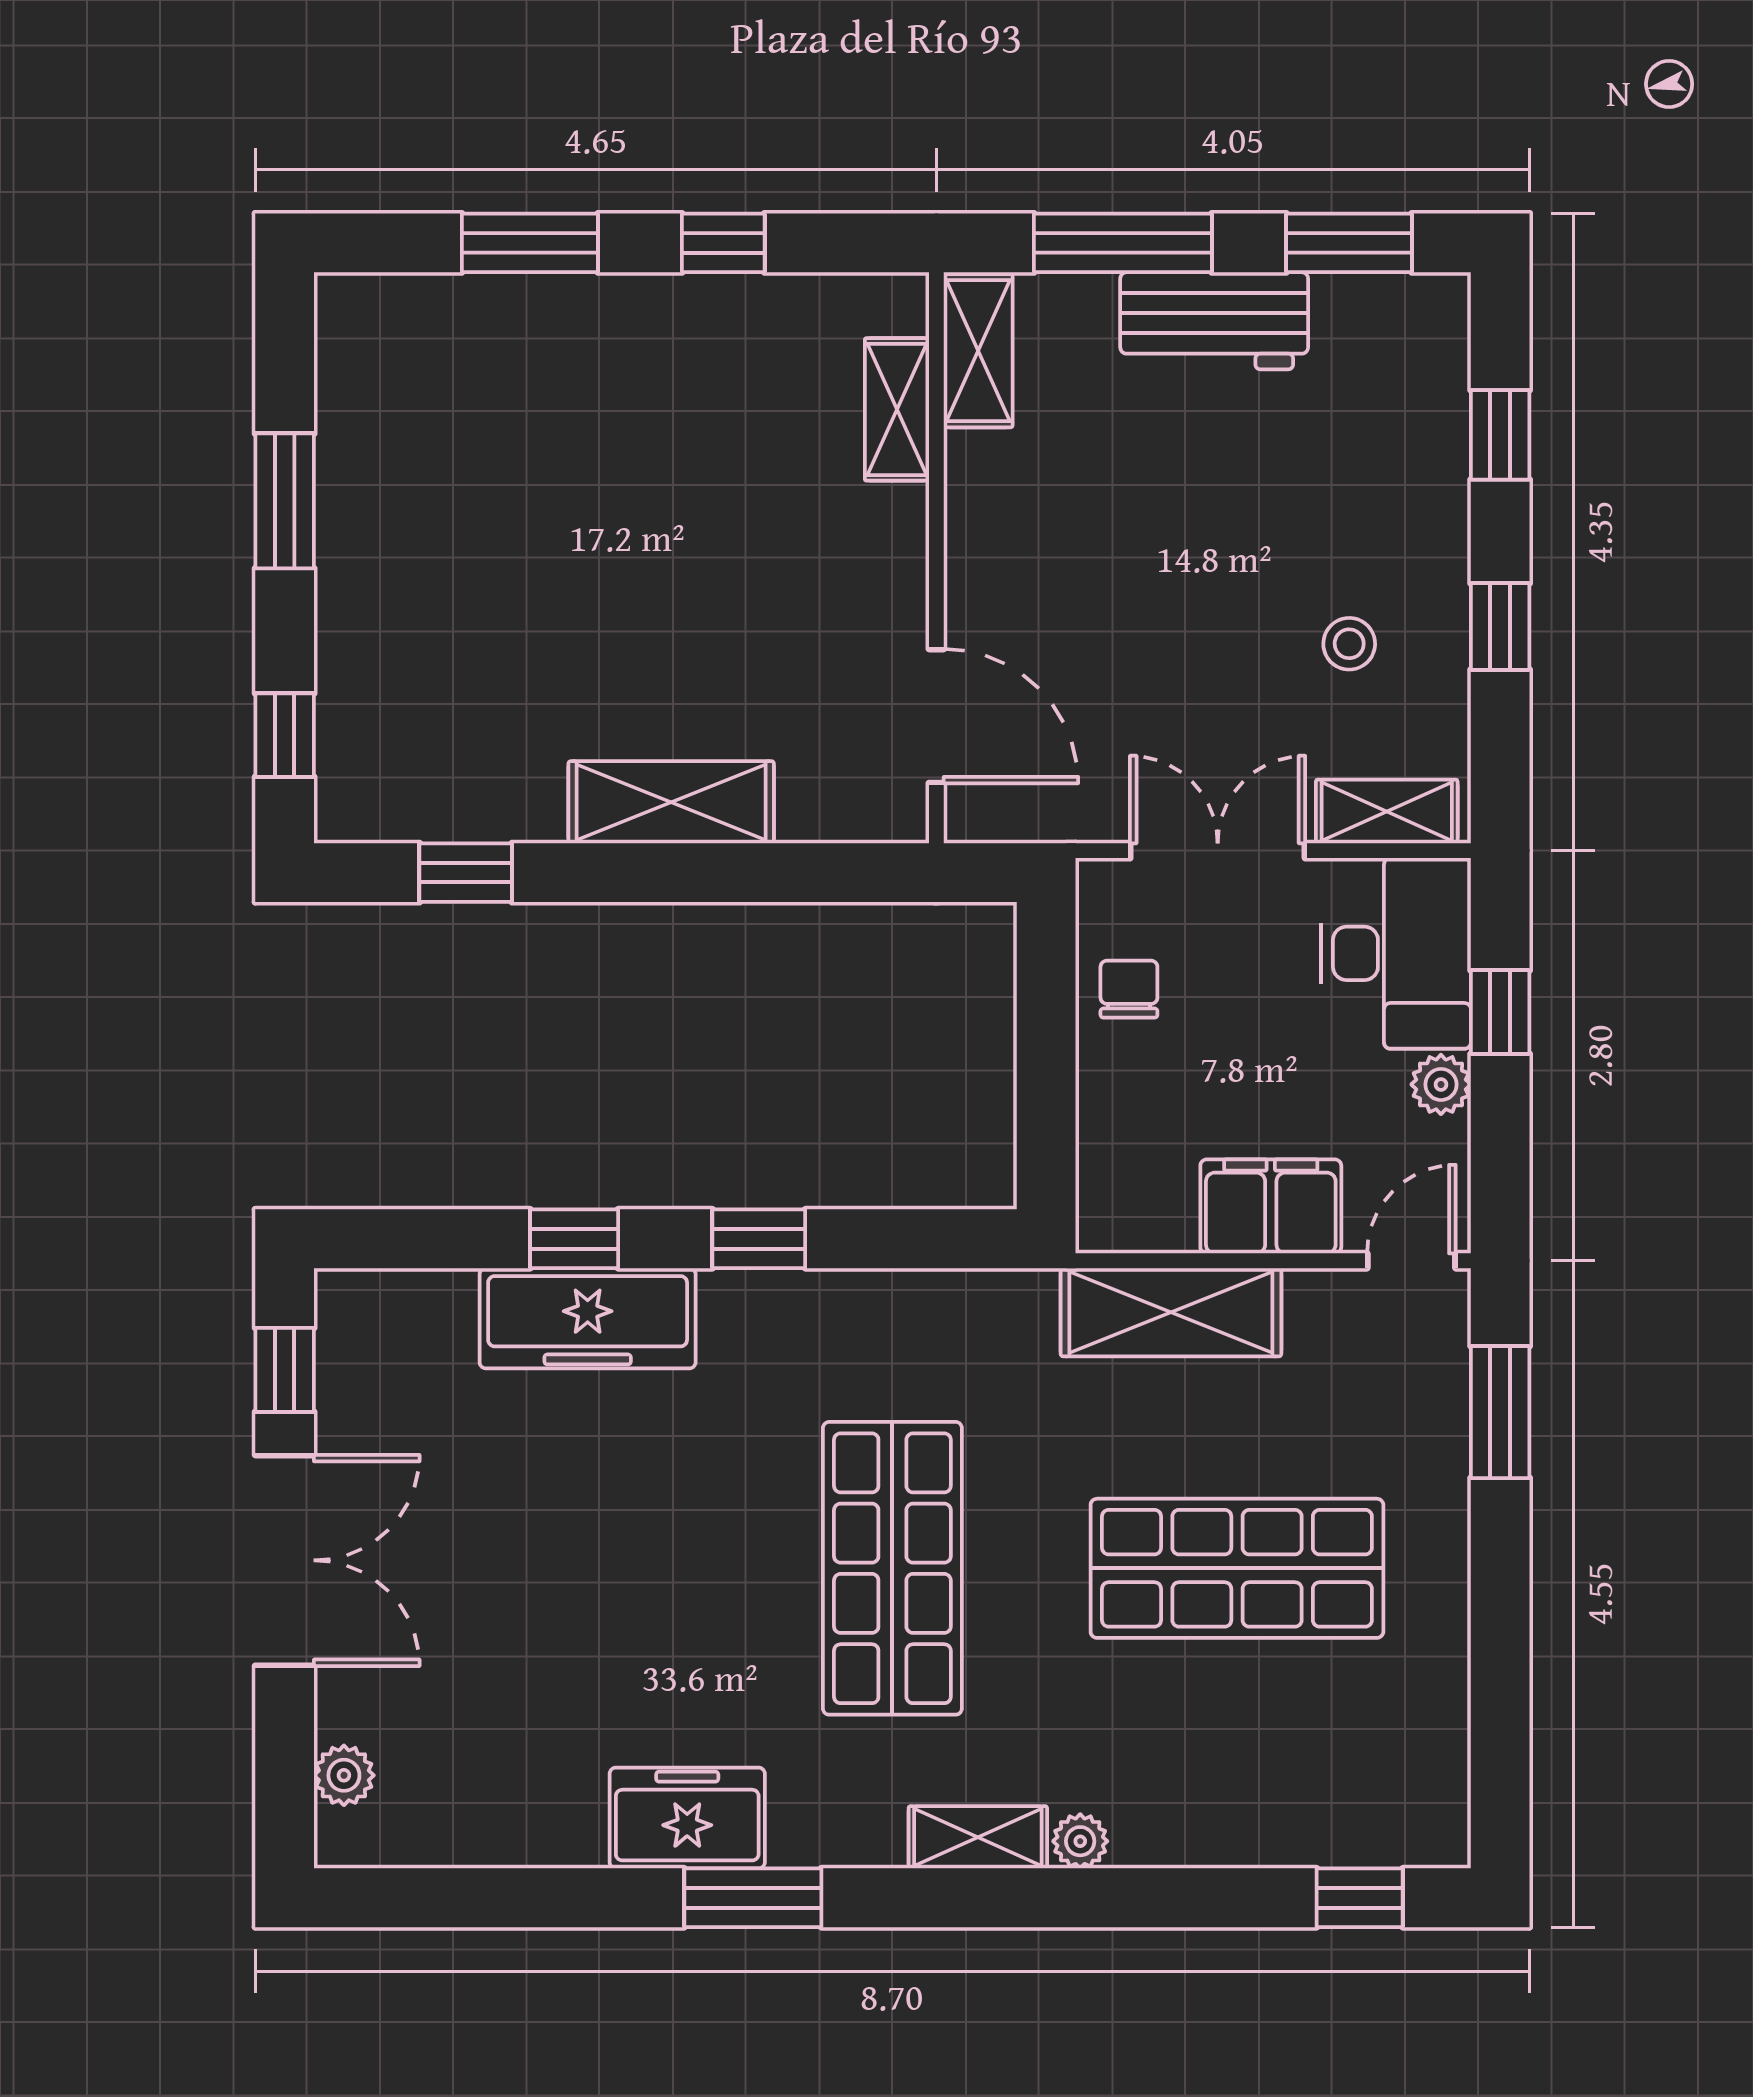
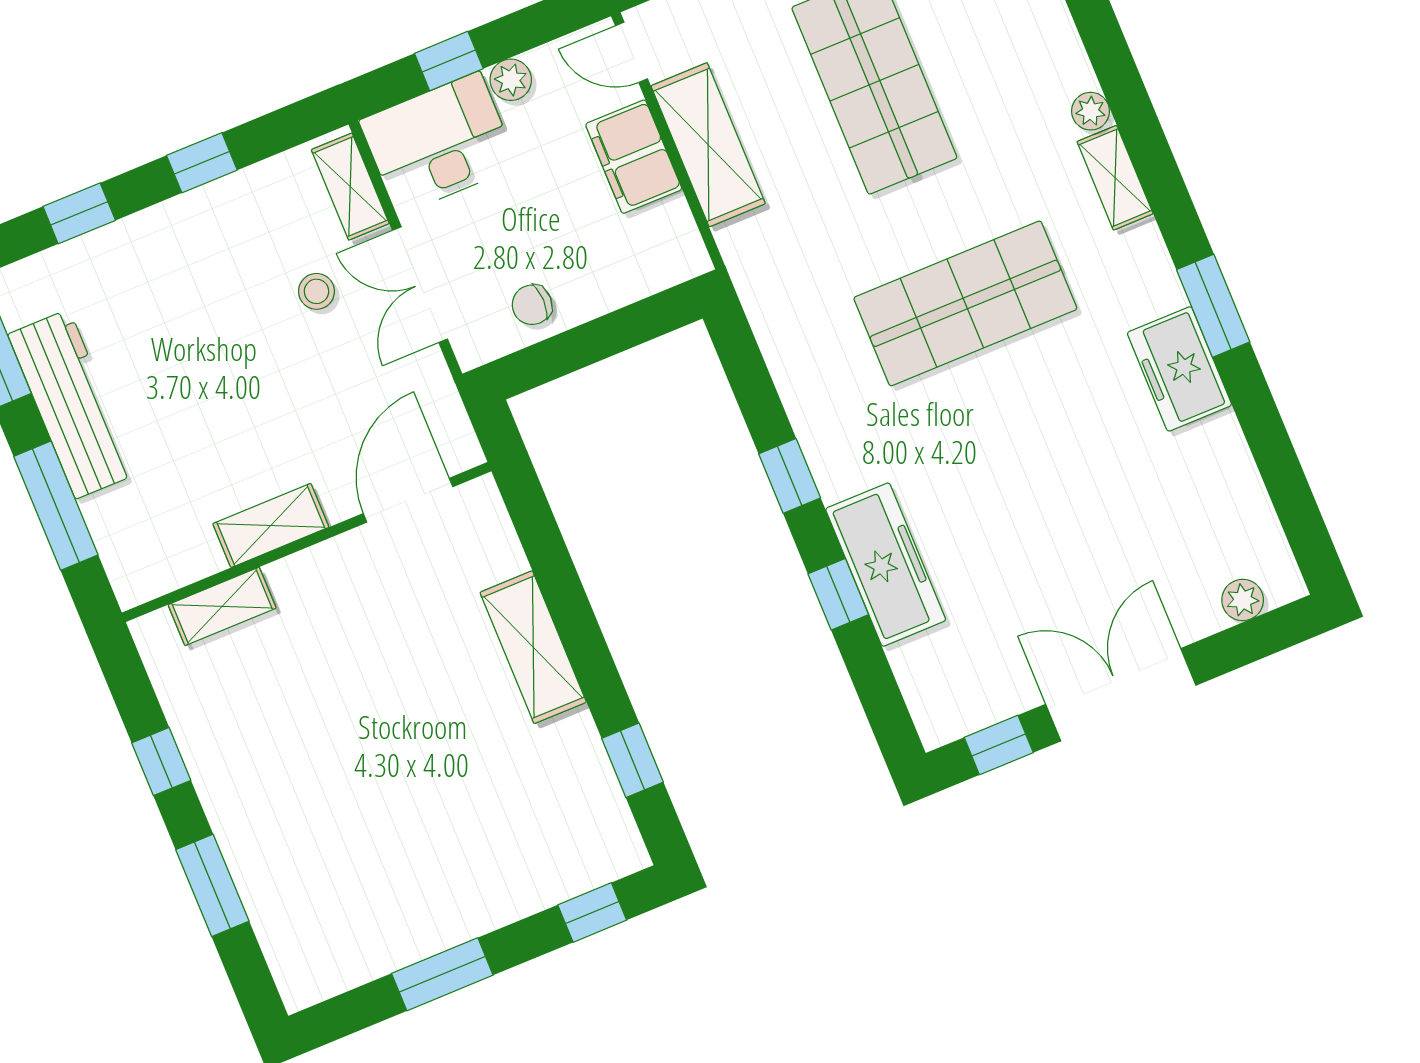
workbench: (1214, 321) -> (72, 404), width x1.38
shelving: (978, 351) -> (271, 525), moved
stool: (1349, 644) -> (316, 291), moved
shelving: (1171, 1312) -> (708, 145), moved

